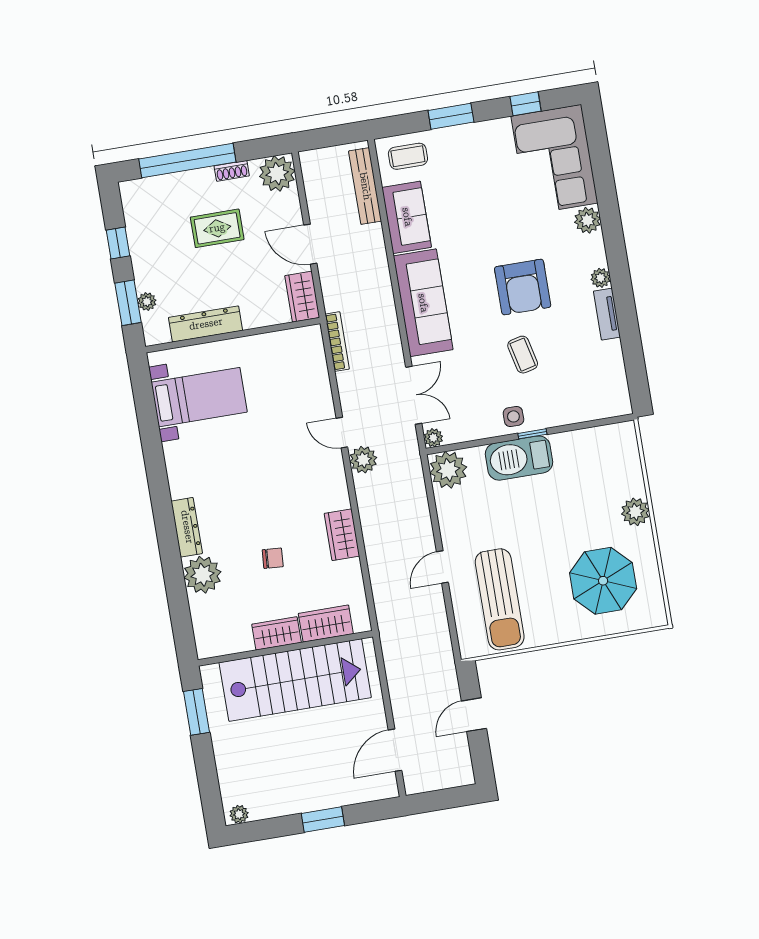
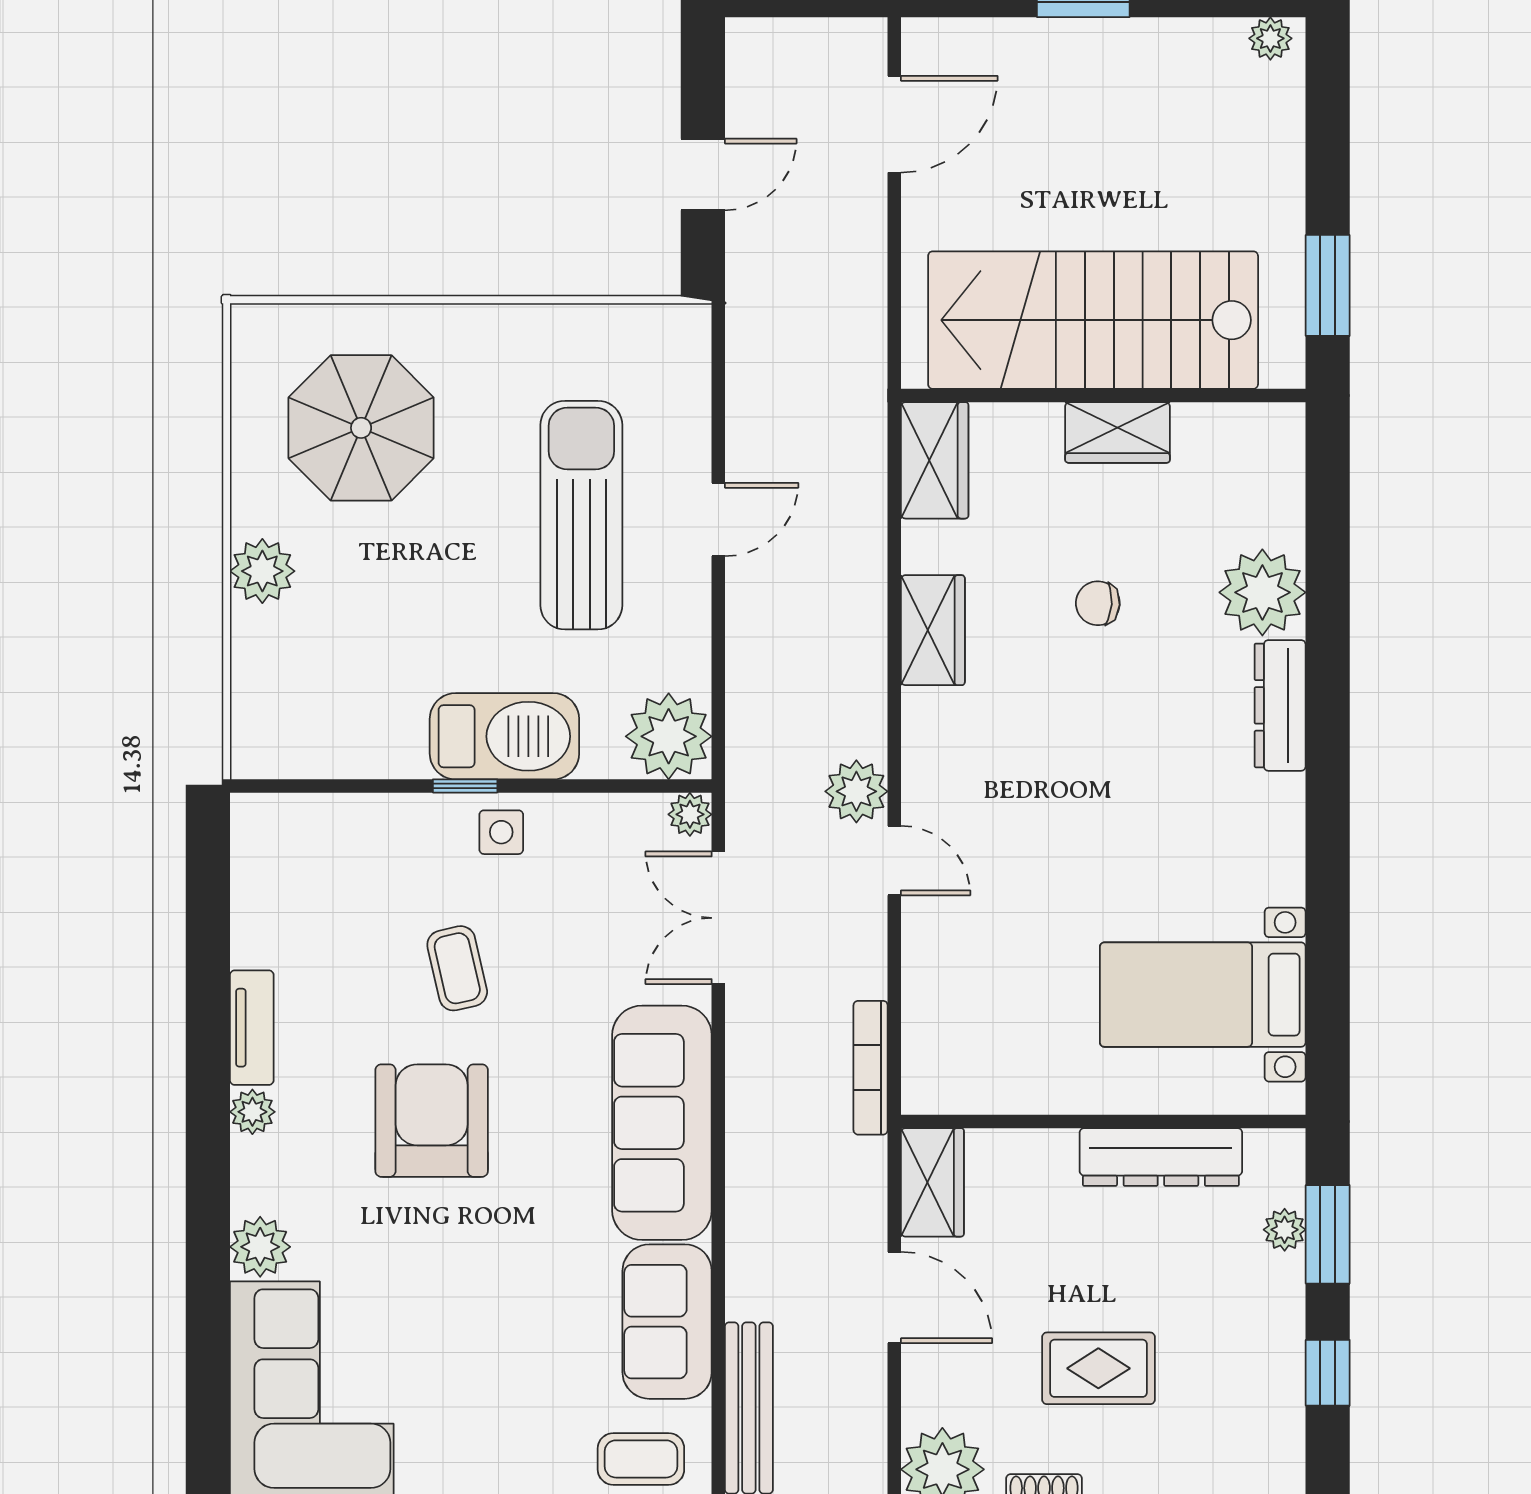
sun lounger: (500, 599) -> (581, 515), moved
wardrobe: (326, 624) -> (935, 460), moved, turned -90

